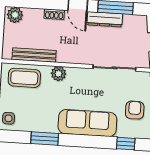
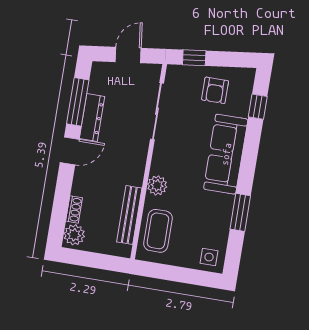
shoe rack: (54, 14) -> (74, 209), moved
armchair: (135, 110) -> (215, 90), turned -90

